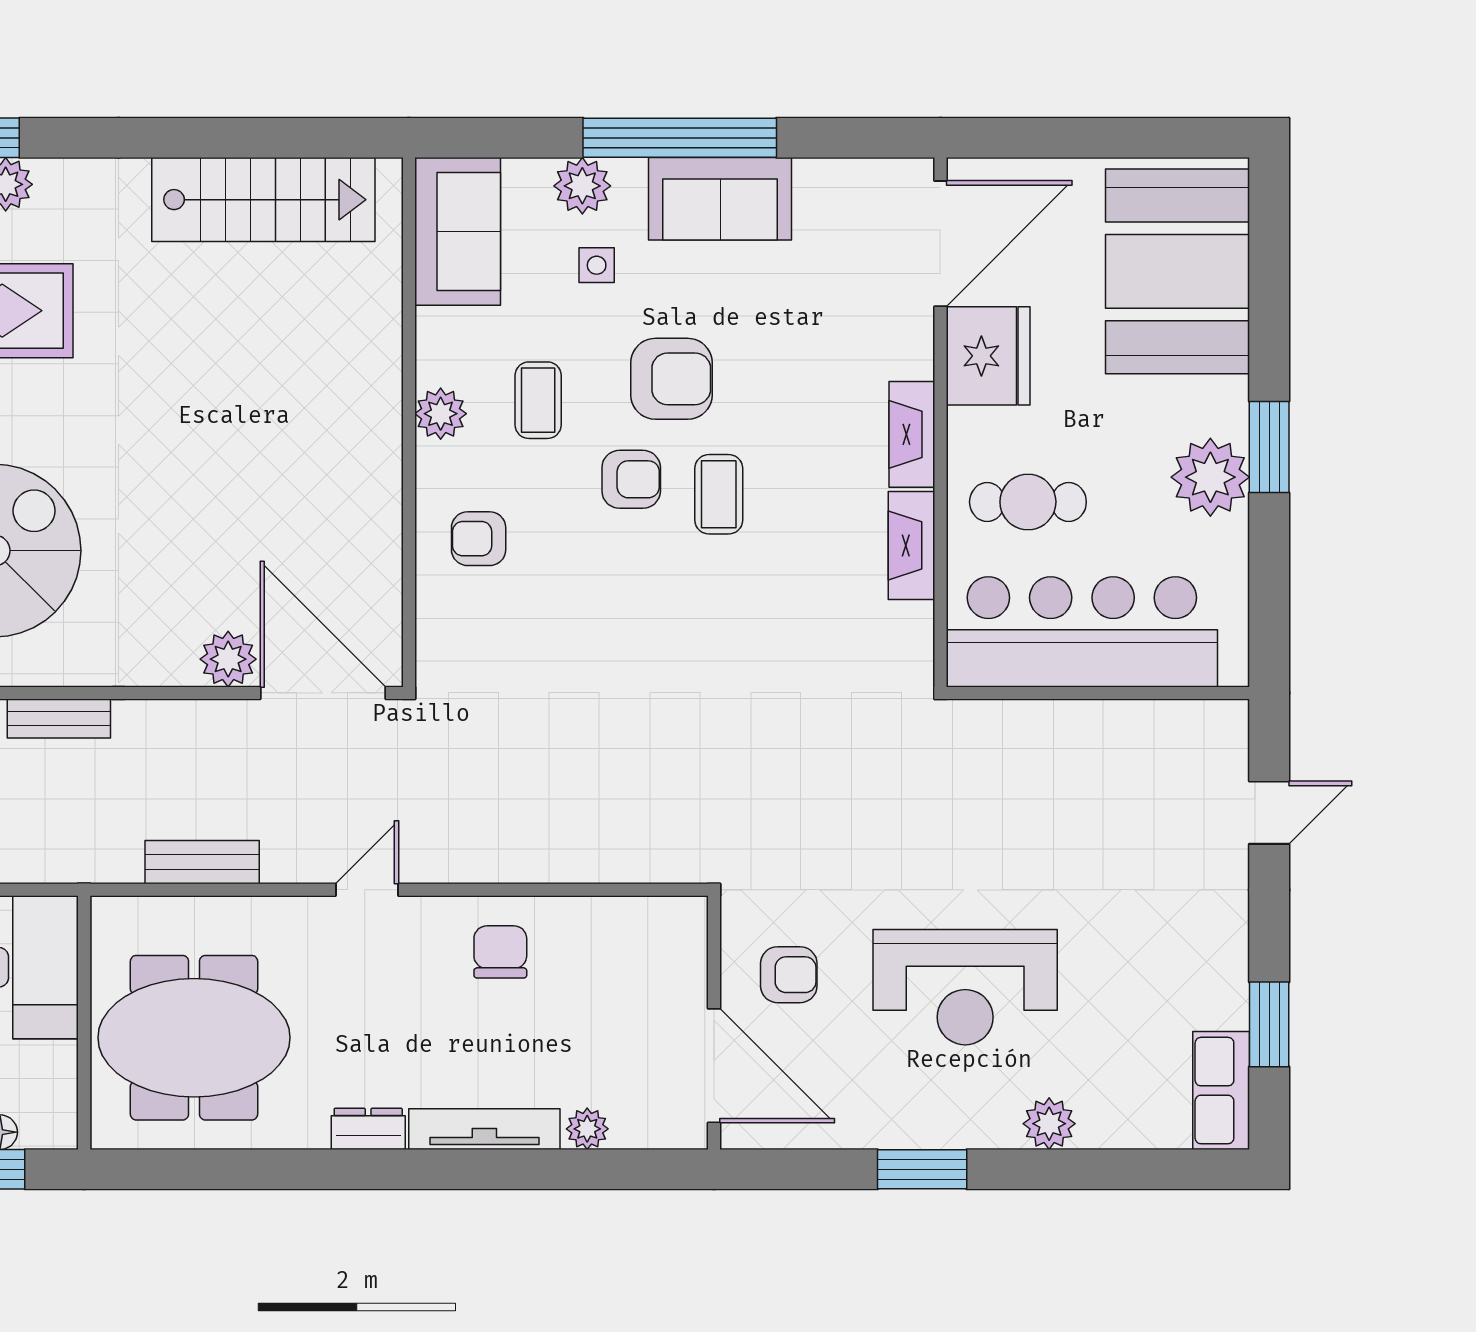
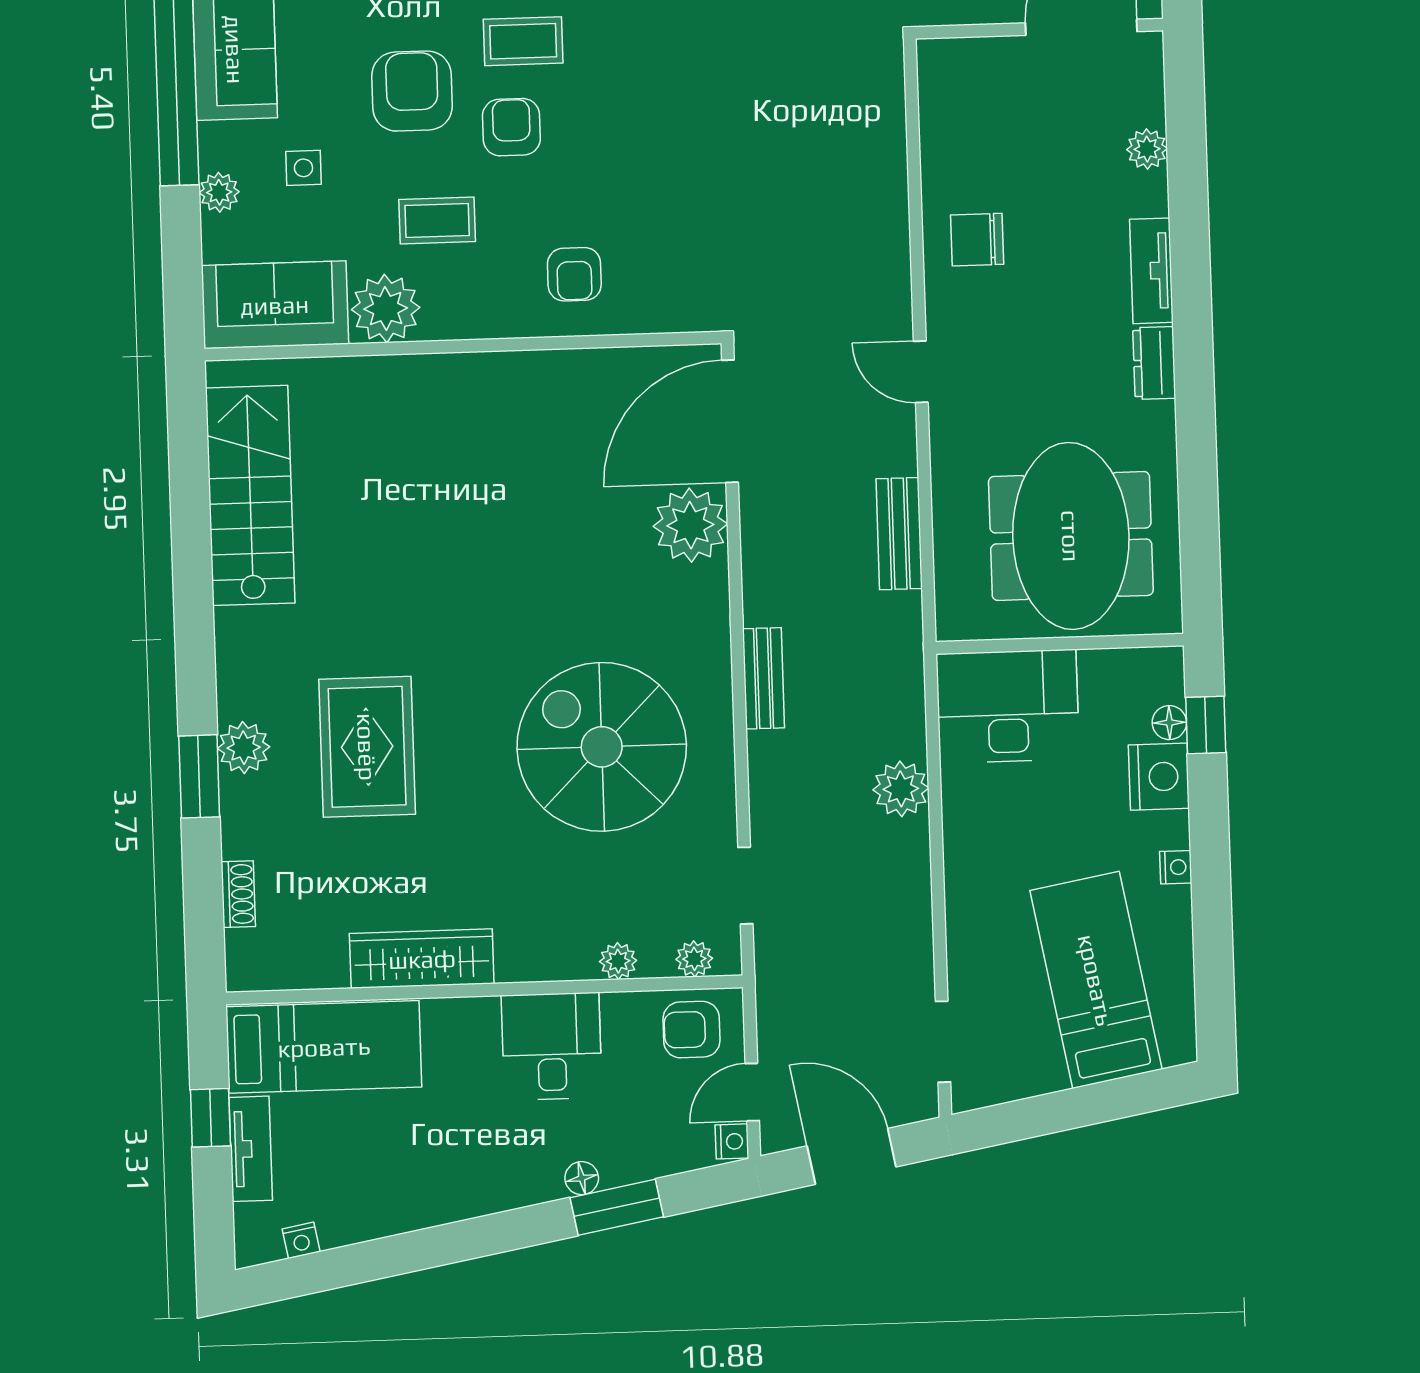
plant: (582, 186) -> (219, 192), width x0.73, depth x0.73
plant: (441, 414) -> (386, 309), moved, width x1.36, depth x1.36
plant: (228, 659) -> (690, 525), width x1.36, depth x1.36
tv unit: (484, 1129) -> (1151, 271), width x0.71

